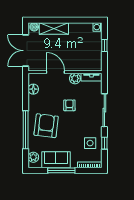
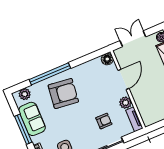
double door: (26, 51) -> (133, 39), width x0.73
floor lamp: (33, 89) -> (107, 59), moved
armchair: (69, 105) -> (104, 121), moved

